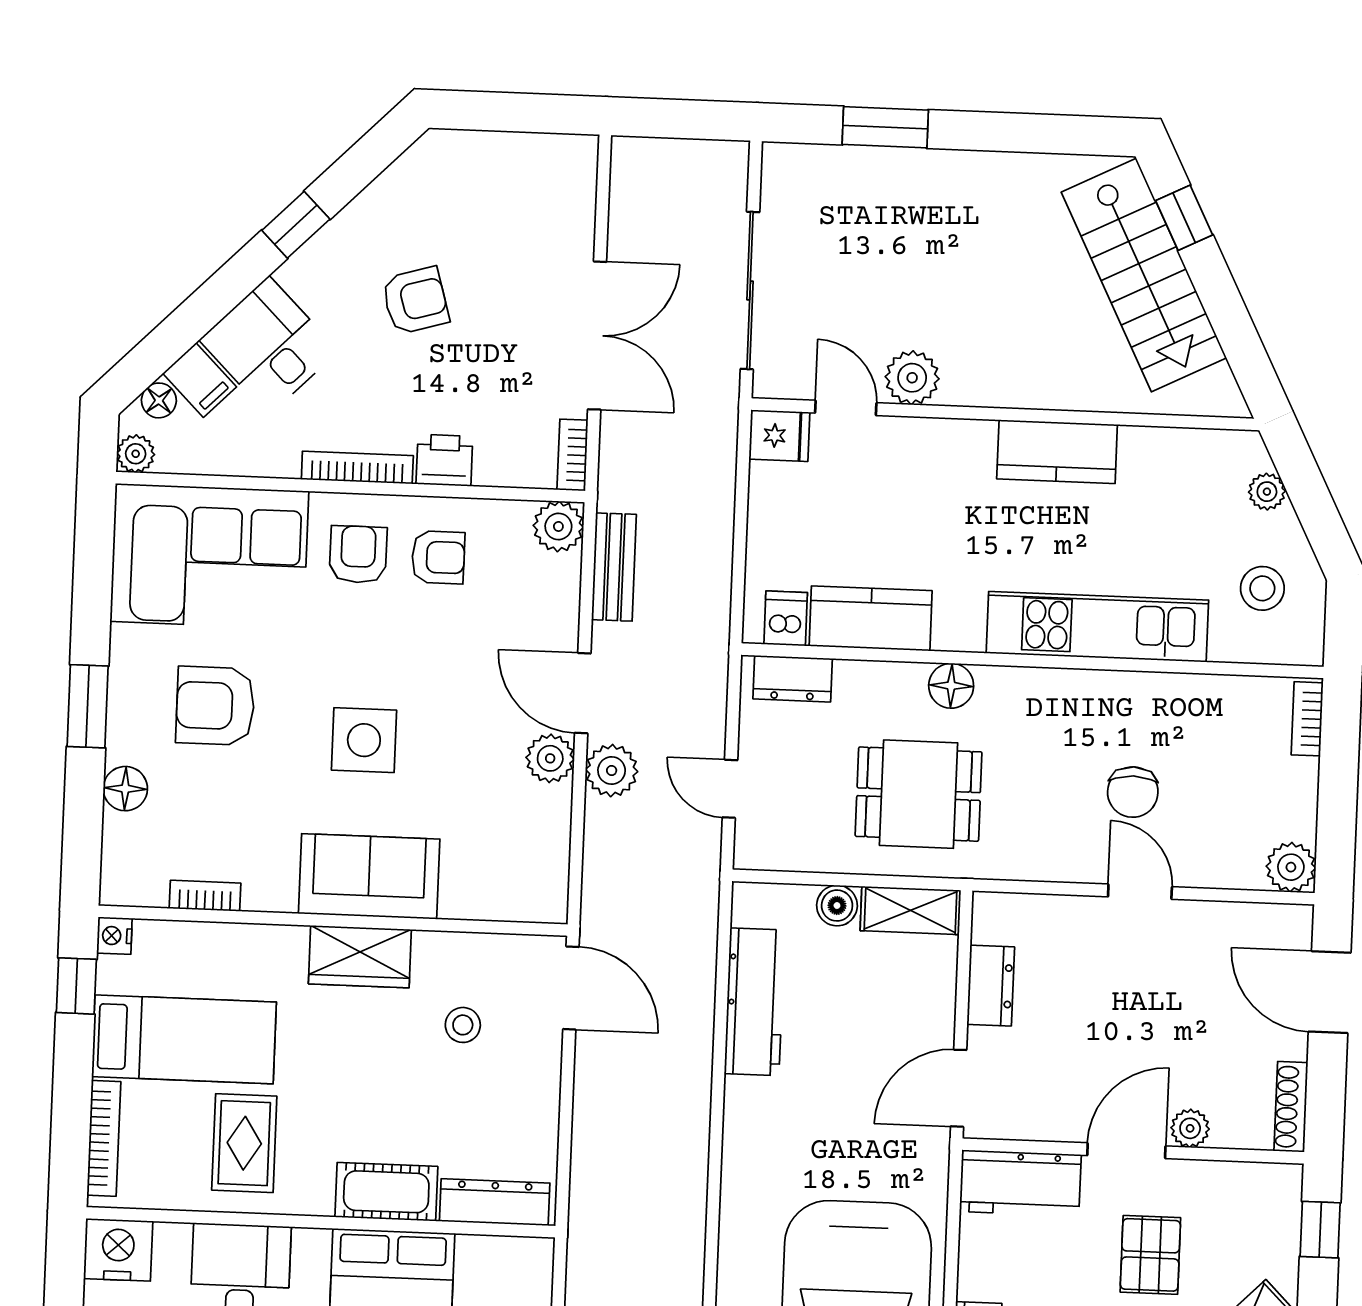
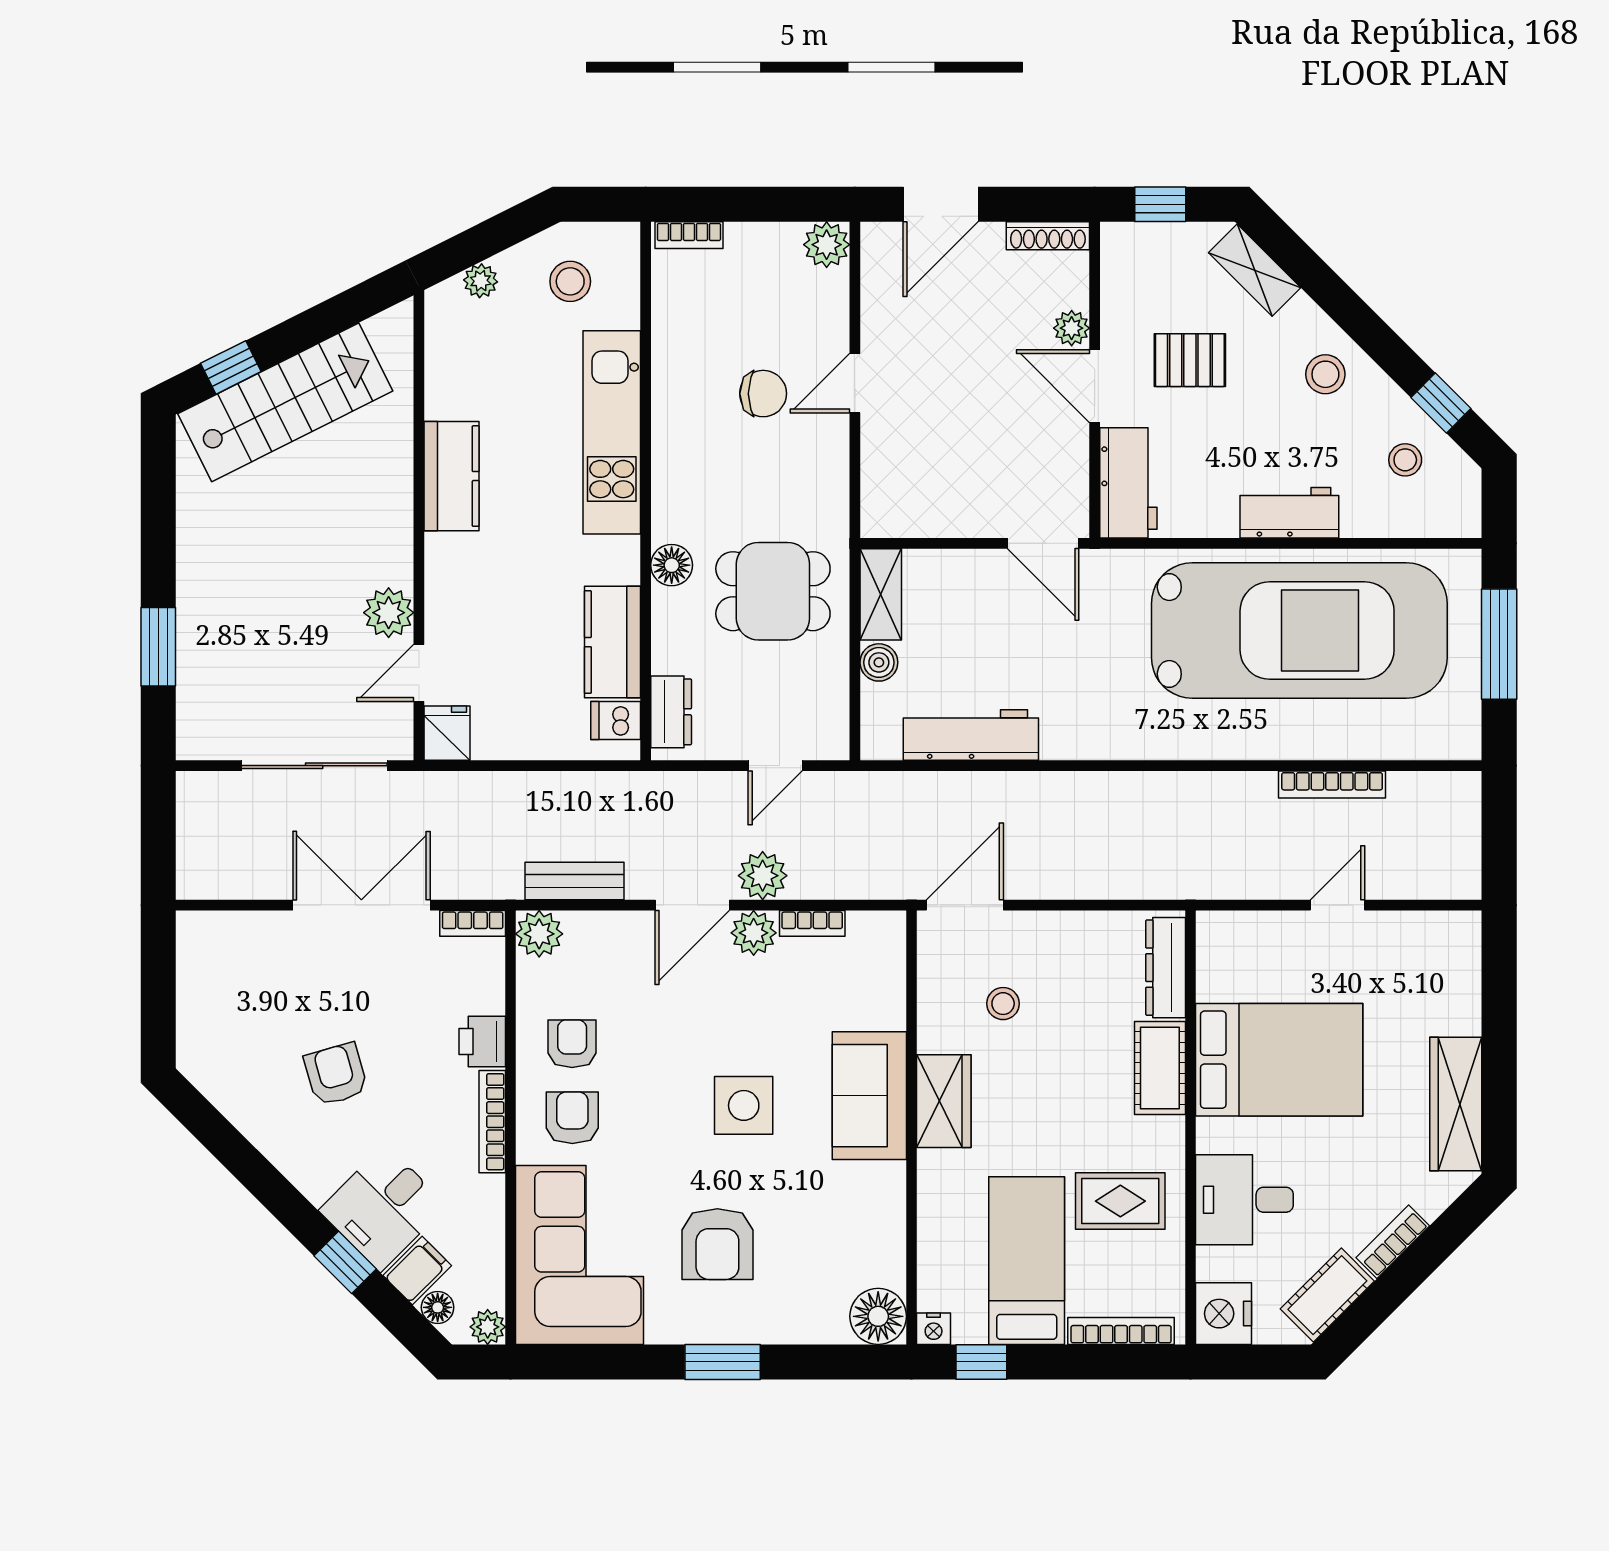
window: (296, 225) -> (345, 1262), moved
armchair: (358, 554) -> (572, 1118), turned 90
floor lamp: (125, 789) -> (878, 1316), moved, width x1.38, depth x1.38
dining table: (919, 794) -> (773, 591), turned 90
bookcase: (205, 896) -> (812, 923), moved, turned -90
dresser: (991, 986) -> (947, 518), removed

